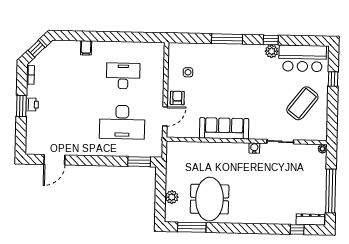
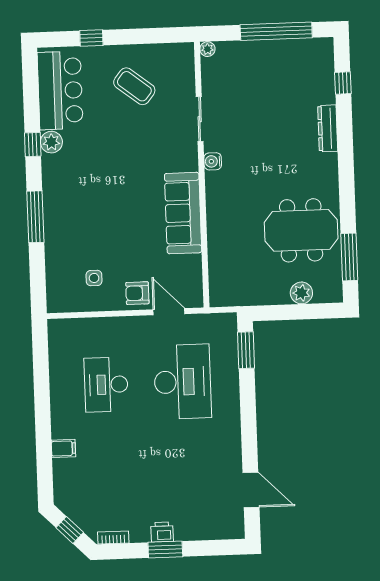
coffee table: (302, 103) -> (134, 86), width x0.73, depth x0.76
dresser: (310, 220) -> (328, 128), moved

